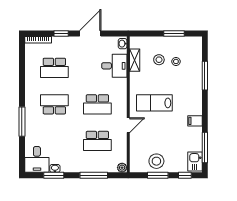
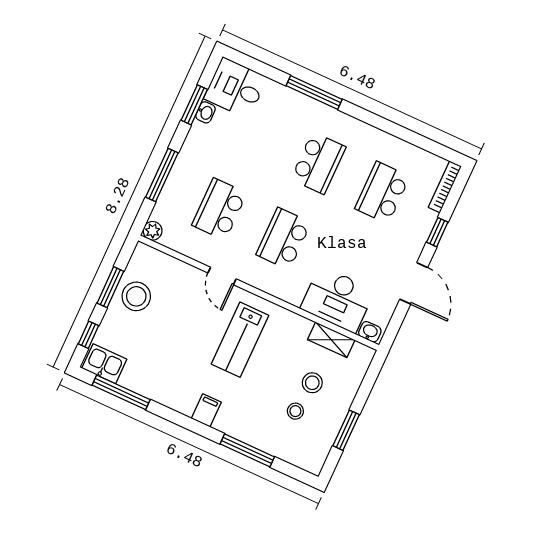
desk: (114, 66) -> (338, 299), width x1.37
lab bench: (154, 103) -> (240, 340), turned 180
filing cabinet: (195, 121) -> (206, 410), moved

